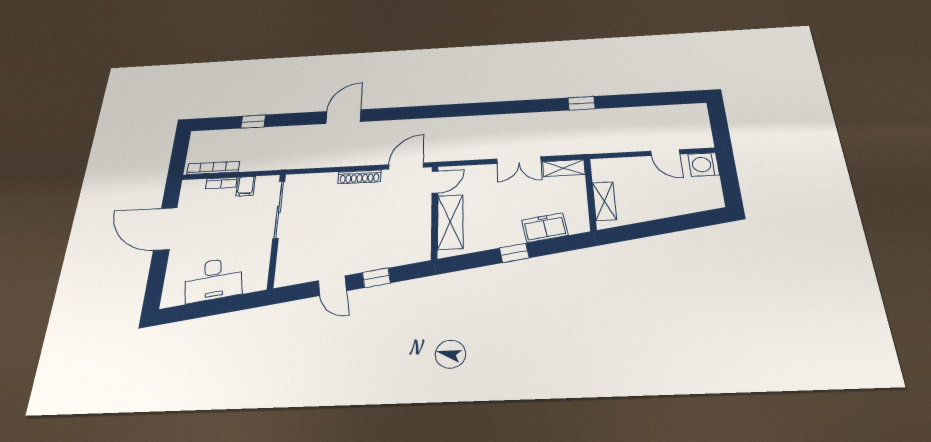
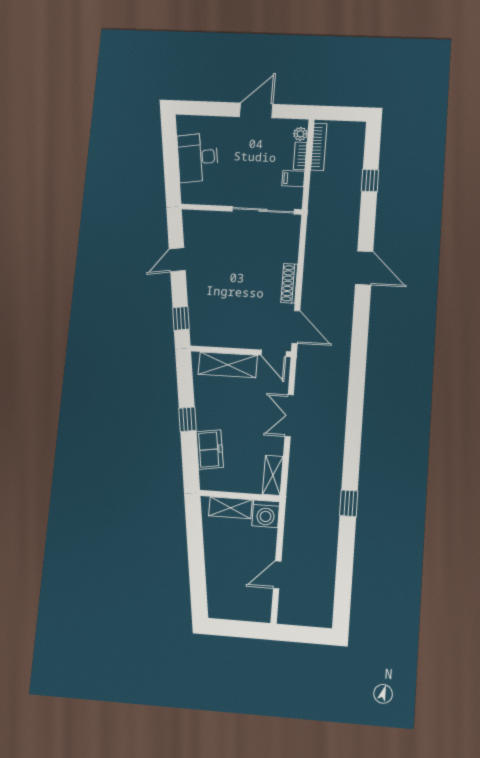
double door: (519, 160) -> (289, 416), moved
washing machine: (704, 164) -> (266, 514), moved, turned 180
plant: (197, 185) -> (300, 134), added
door: (165, 229) -> (256, 110), width x0.73
window: (376, 278) -> (181, 318), moved

